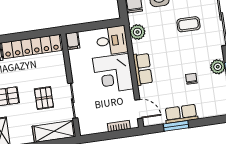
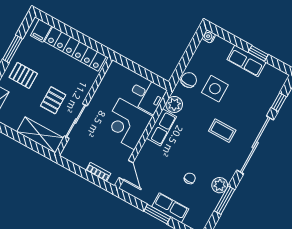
filing cabinet: (73, 41) -> (114, 70), removed
row of seats: (143, 69) -> (161, 127), moved
row of seats: (181, 114) -> (170, 208), moved
window: (176, 126) -> (157, 214), moved

